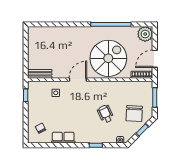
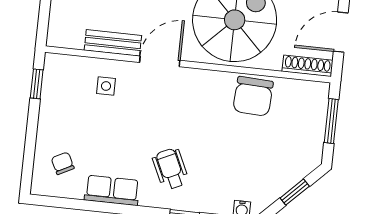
bench: (40, 74) -> (113, 43), moved
wheelchair: (106, 114) -> (171, 169), moved
chair: (134, 114) -> (253, 96), moved

